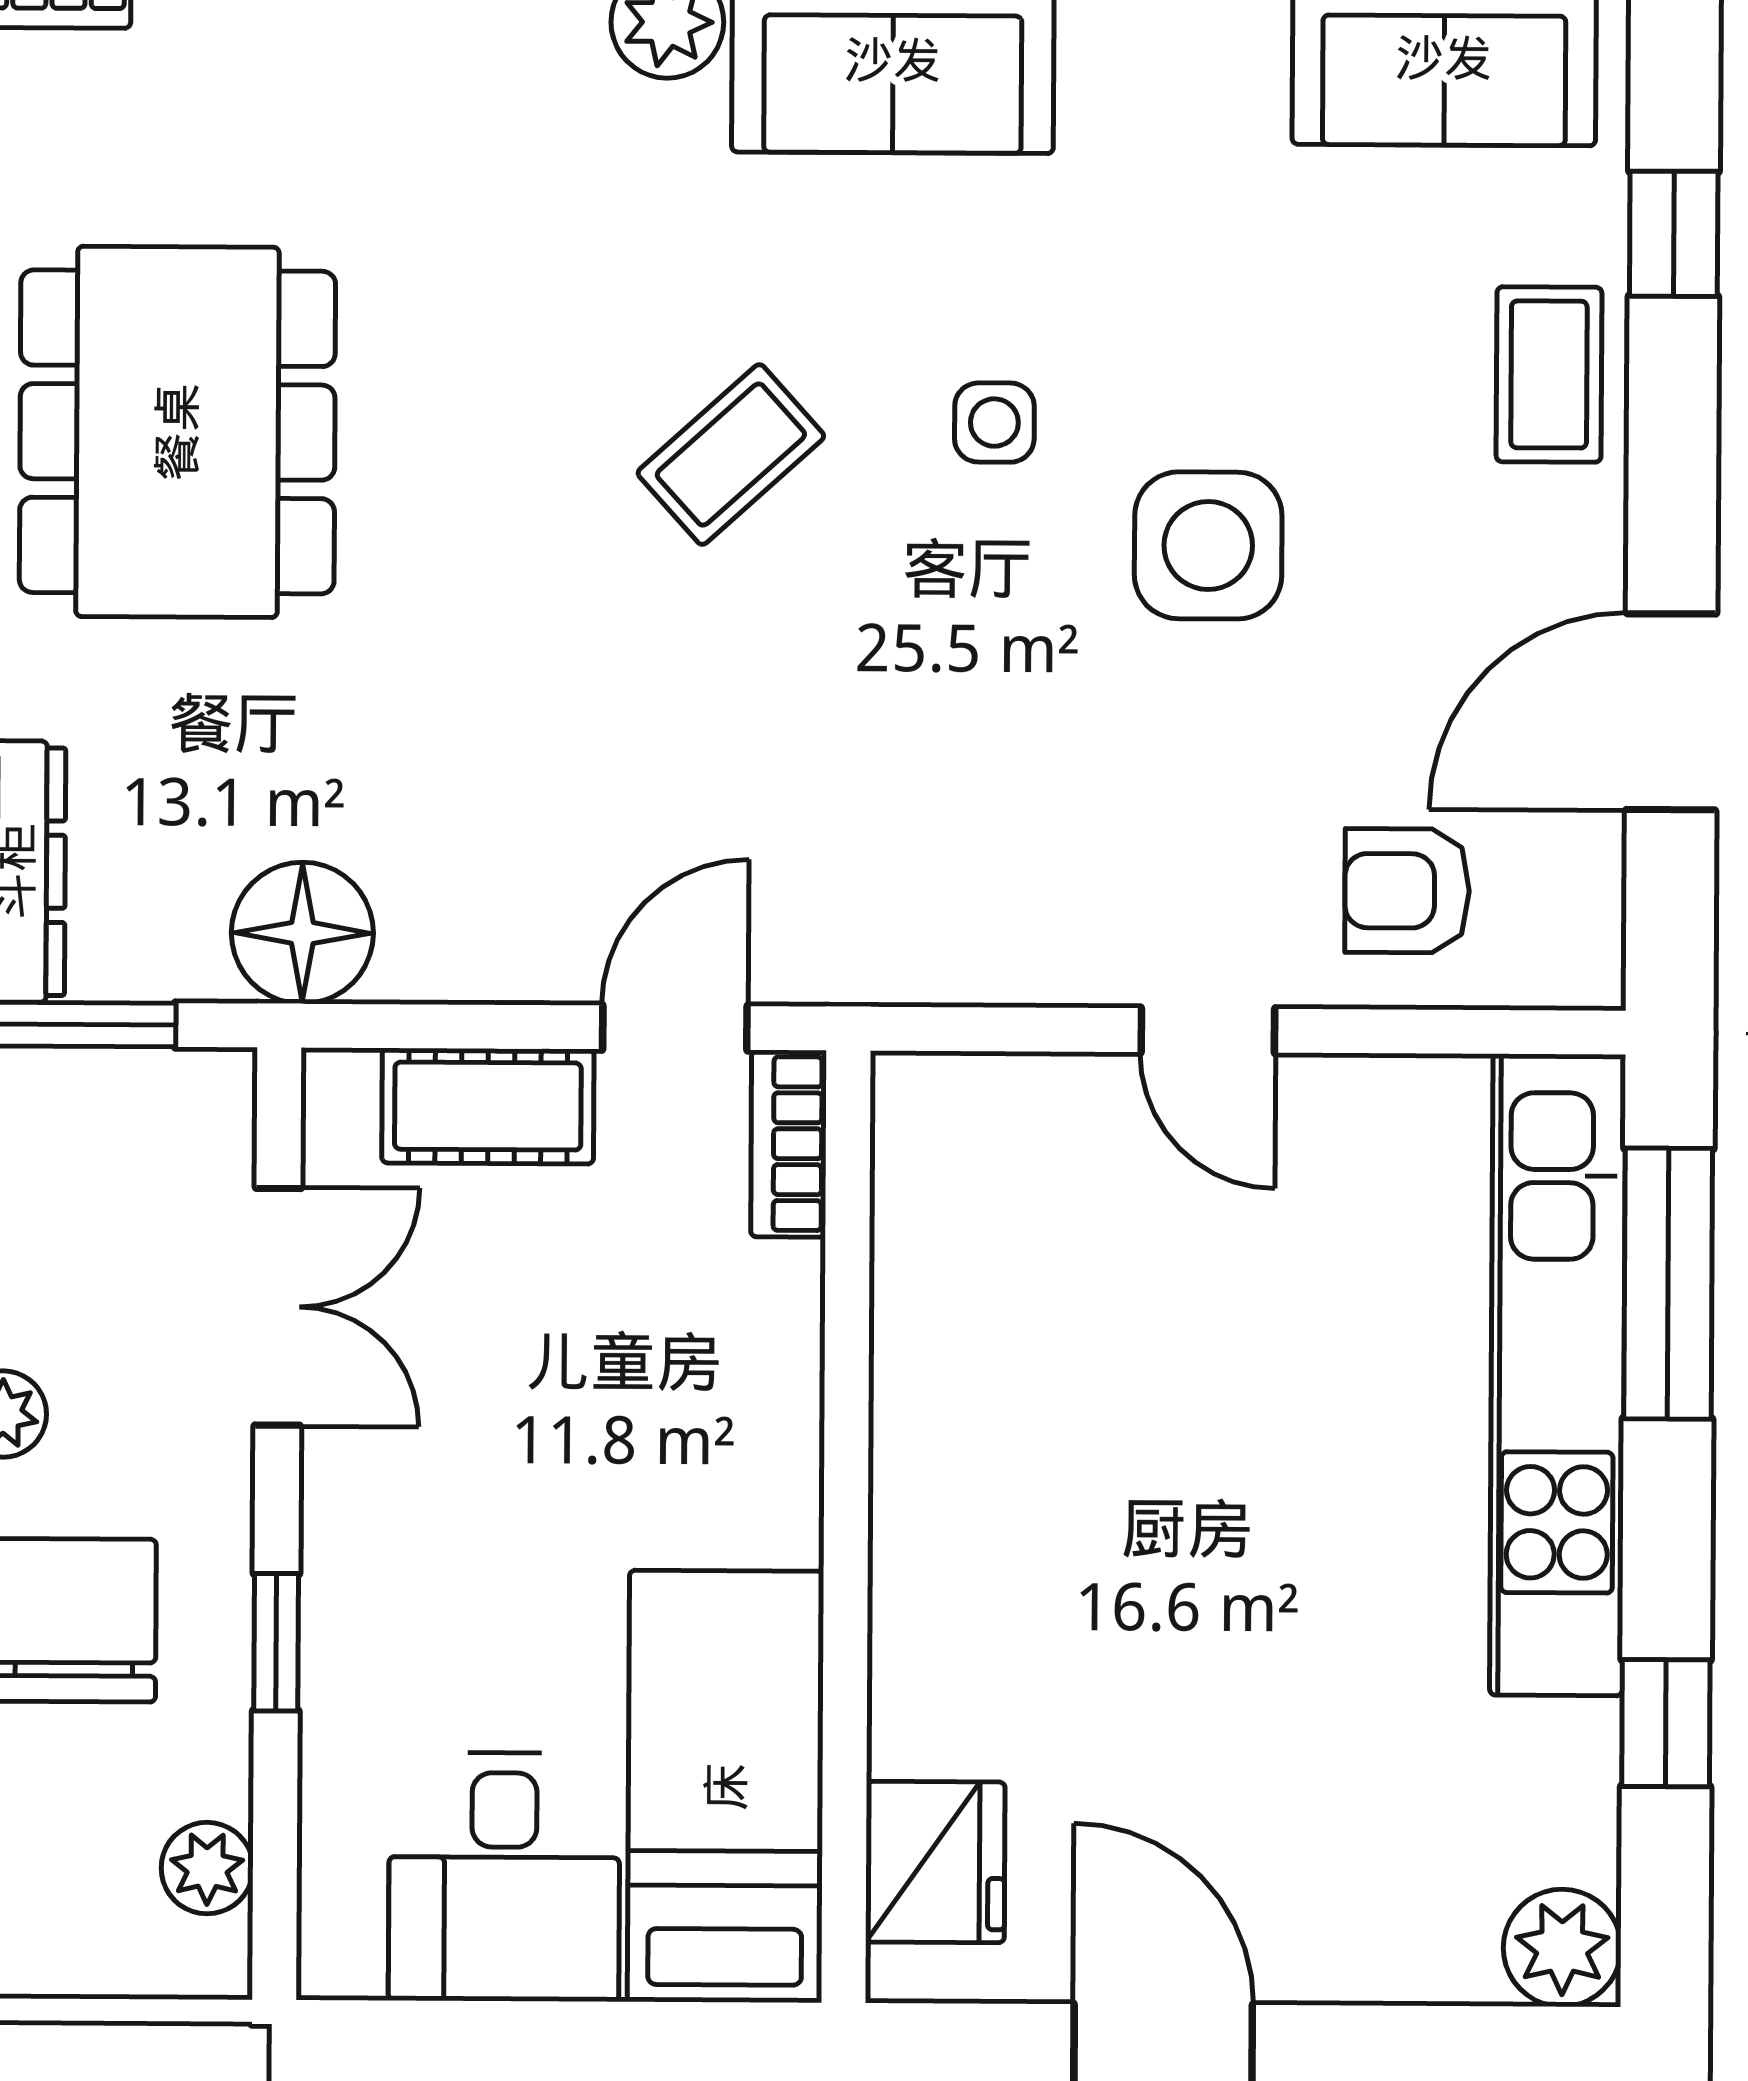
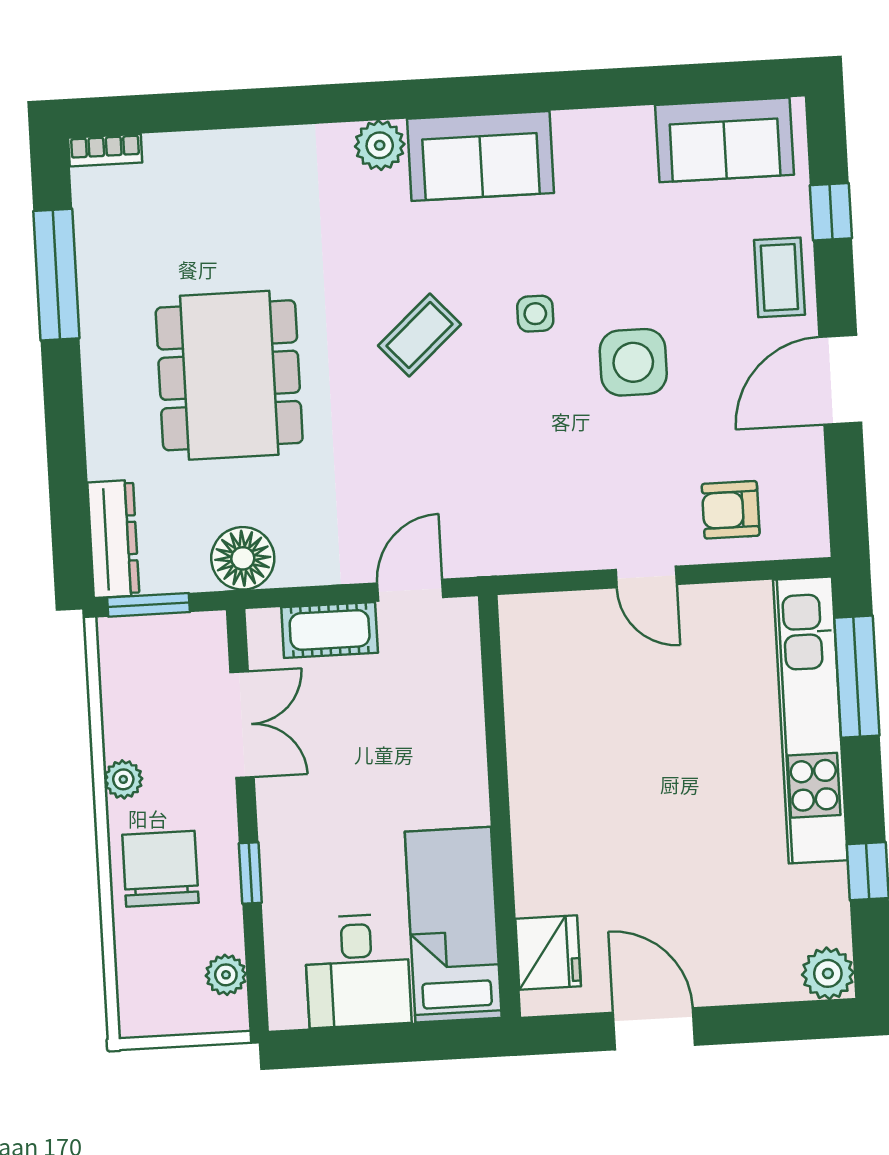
dining table: (177, 432) -> (229, 375), moved
door: (1671, 712) -> (840, 380), moved
bookcase: (789, 1144) -> (464, 638), removed

